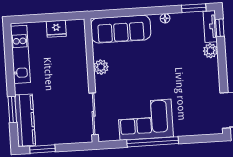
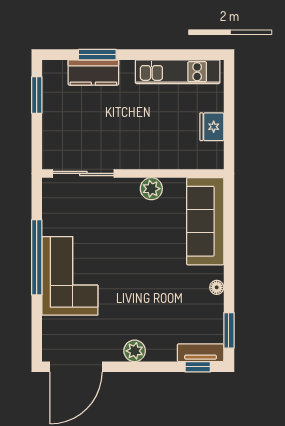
plant: (210, 51) -> (135, 351), moved
kitchen counter: (25, 120) -> (93, 72), width x0.67
corner sofa: (145, 120) -> (70, 276), moved

